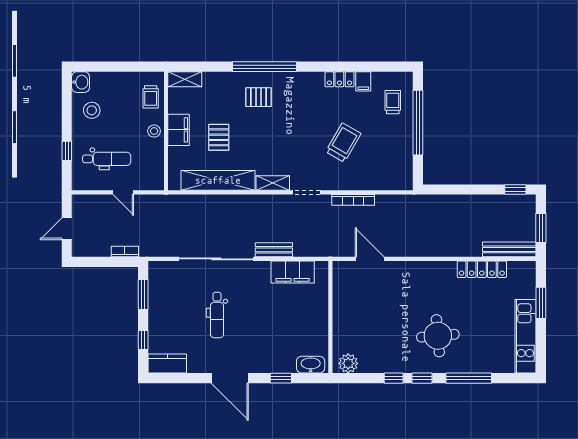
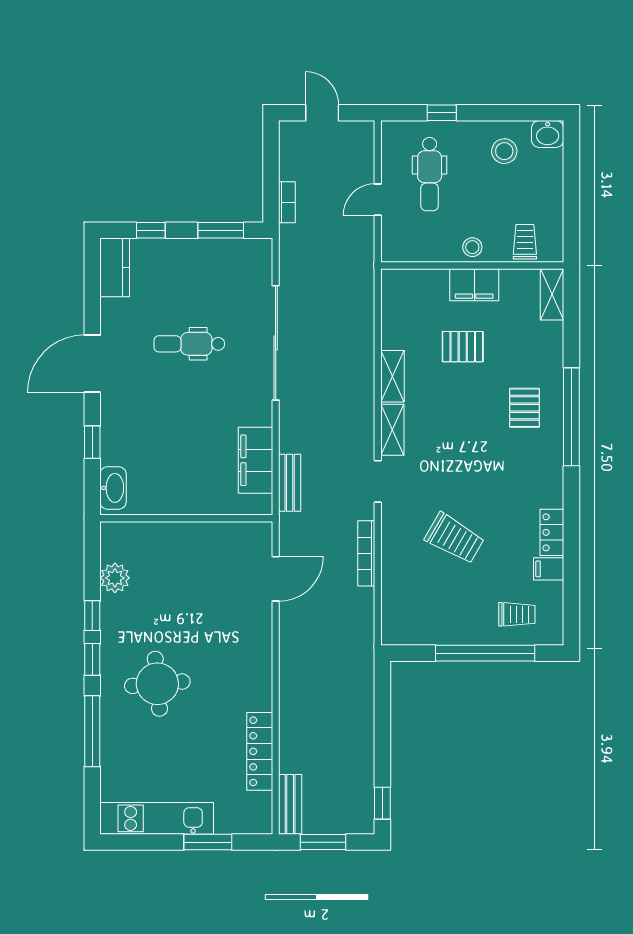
trolley: (151, 97) -> (525, 242), turned 90
shelving: (218, 180) -> (392, 376), width x0.45, depth x0.75
bench: (509, 249) -> (290, 804), width x0.73
bench: (274, 250) -> (290, 483), moved
plant: (348, 363) -> (115, 578), moved

